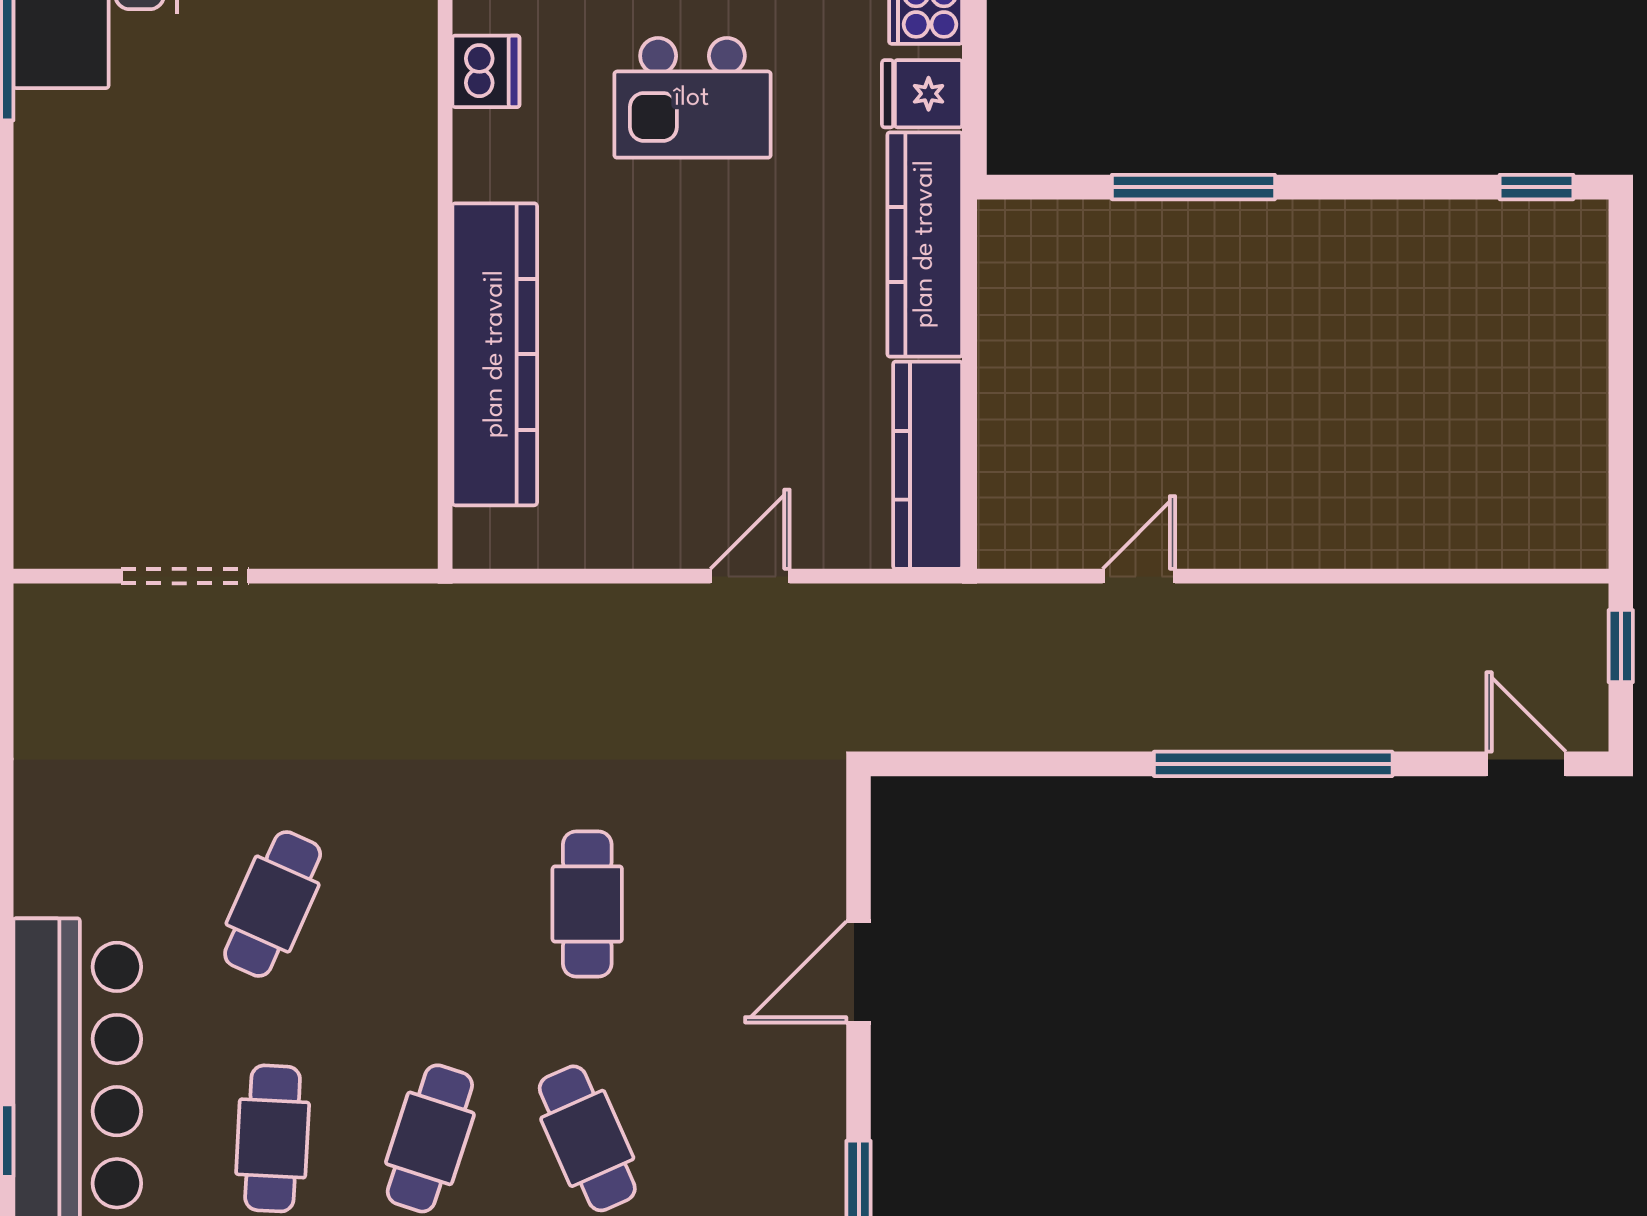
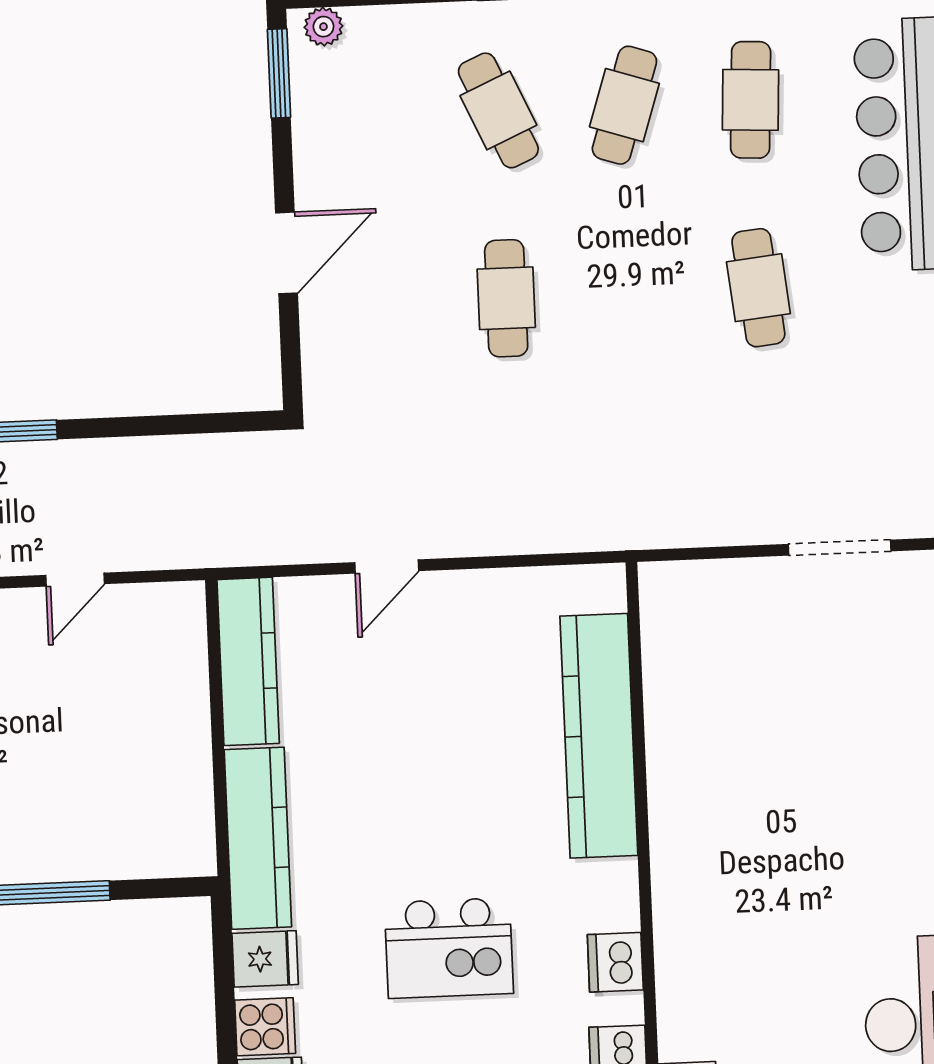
kitchen island: (692, 98) -> (449, 948), turned 180
cafe table: (273, 904) -> (758, 288), turned -30

